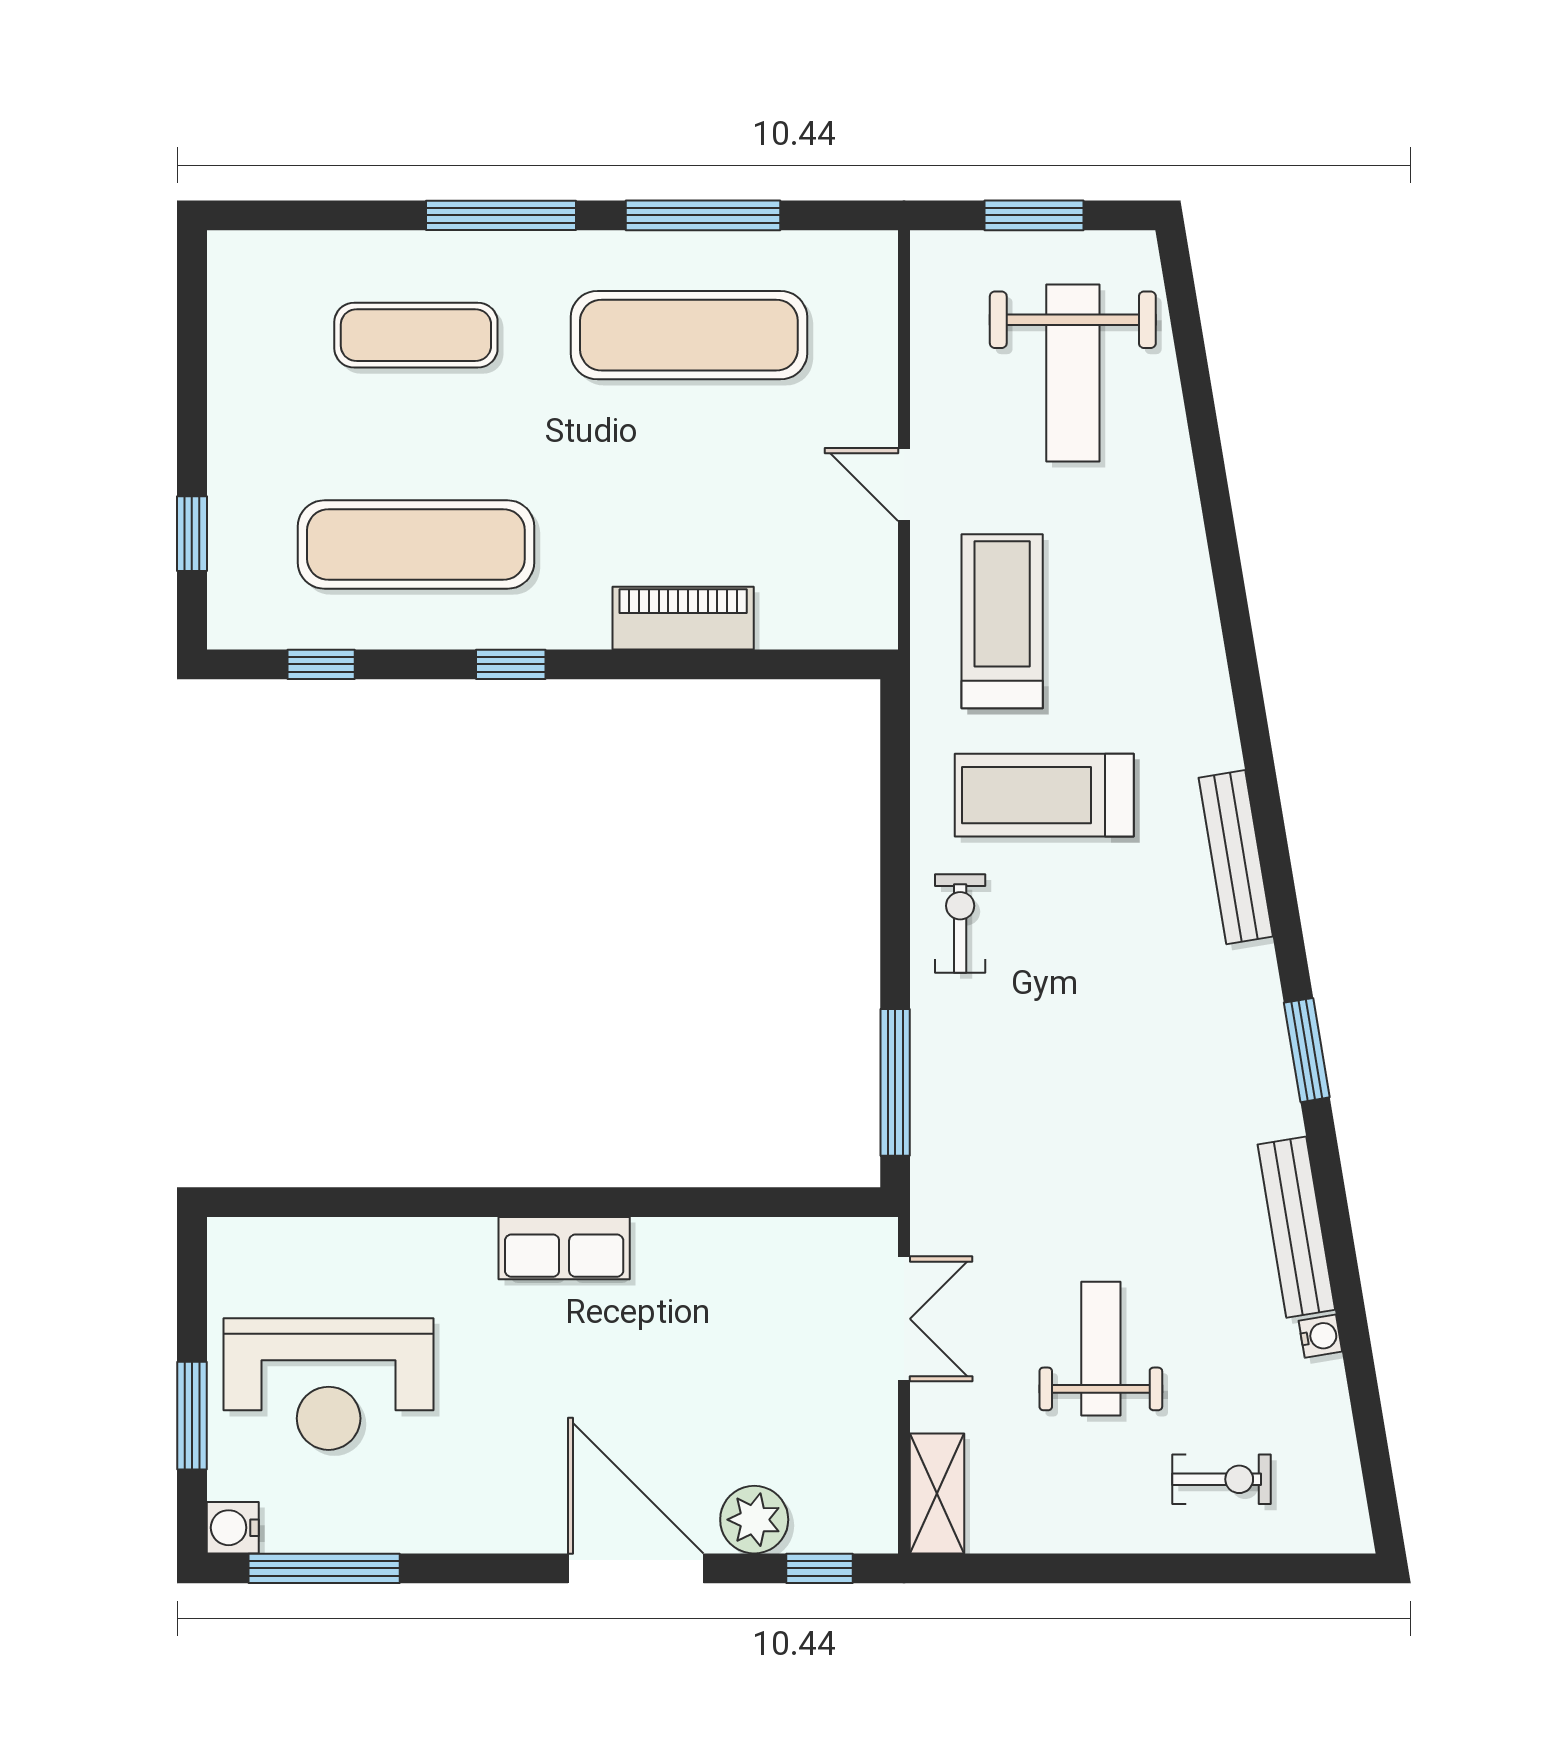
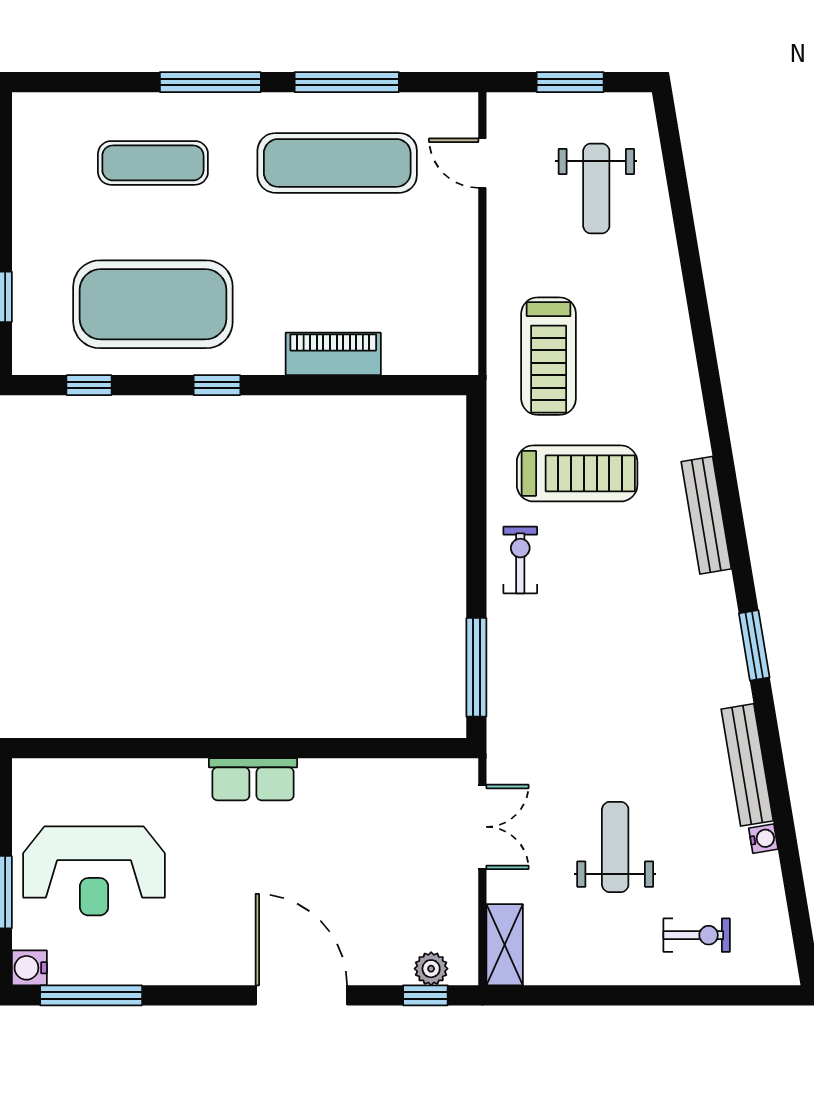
weight bench: (1073, 373) -> (596, 188), width x0.73, depth x0.75
door: (904, 485) -> (482, 163), moved
exercise mat: (416, 545) -> (153, 304), width x1.47
treadmill: (1002, 621) -> (549, 356), turned 180
treadmill: (1044, 795) -> (577, 473), turned 180
plant: (754, 1520) -> (431, 969), moved, width x0.73, depth x0.73

